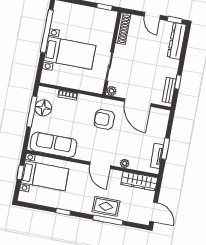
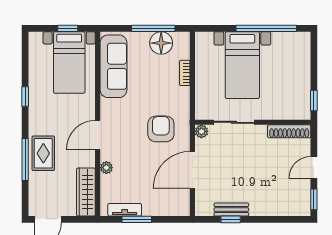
dresser: (177, 41) -> (286, 207), removed
bench: (169, 90) -> (231, 210), moved

